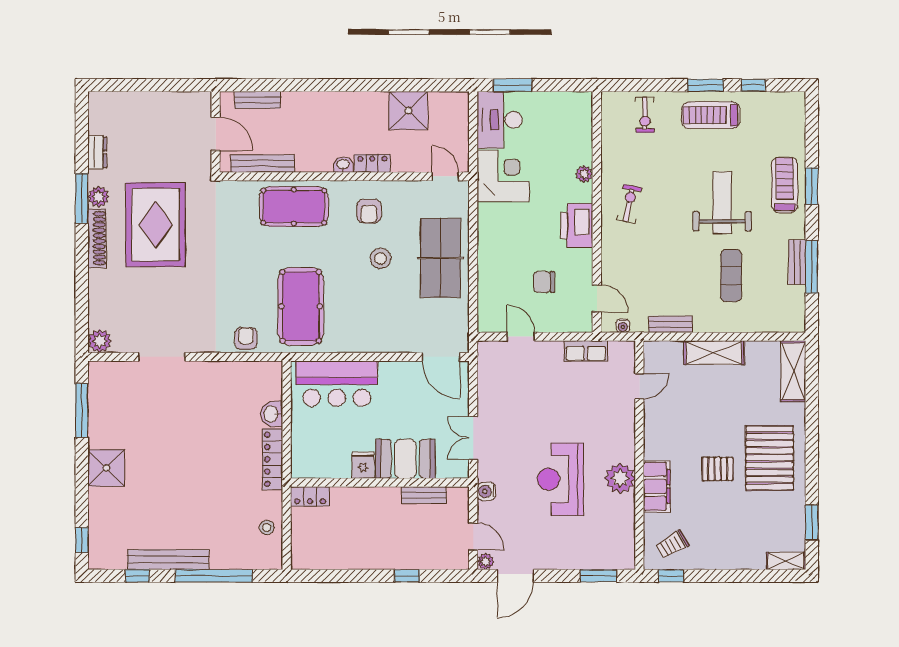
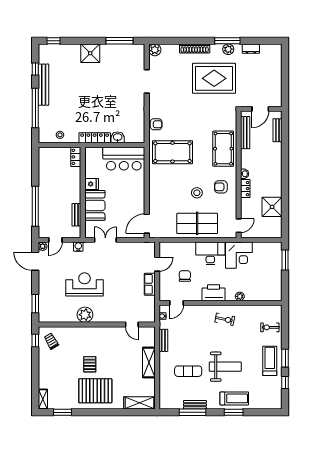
desk: (500, 120) -> (210, 253), moved
shoe rack: (97, 238) -> (195, 48), moved
row of seats: (586, 351) -> (150, 284), moved
bar counter: (337, 384) -> (124, 159), moved, turned -90
filing cabinet: (657, 486) -> (81, 333), removed
window: (407, 576) -> (35, 206), width x3.17

